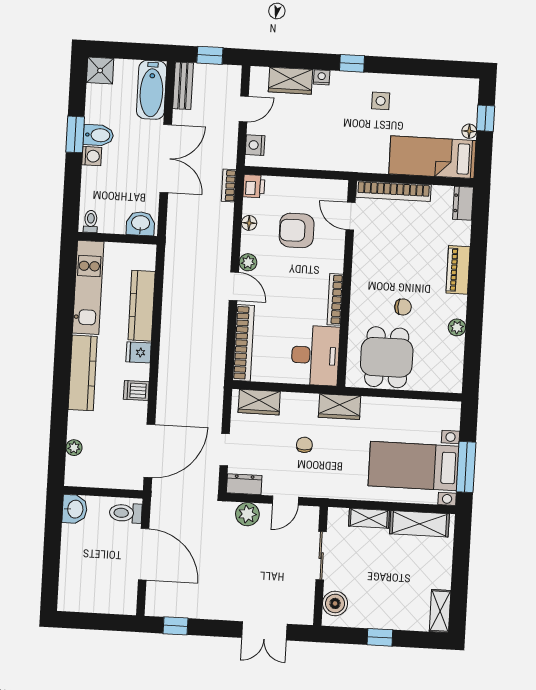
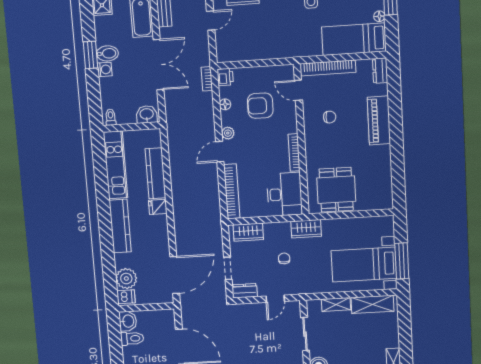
nightstand: (255, 145) -> (222, 46), removed
piano: (458, 270) -> (379, 120), width x1.37, depth x1.33
door: (234, 286) -> (220, 152), swing flipped
chair: (403, 307) -> (330, 117), moved
plant: (457, 327) -> (385, 162), removed
dishwasher: (136, 390) -> (126, 297), moved, turned 180
plant: (74, 448) -> (126, 279), width x1.87, depth x1.87
toilet: (126, 513) -> (132, 338), moved, turned 180
plant: (247, 514) -> (249, 311), removed

